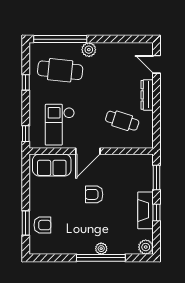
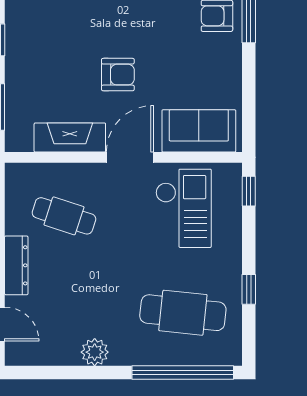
plant: (89, 50) -> (95, 352), moved
fireplace: (145, 210) -> (70, 138), moved, turned -90

